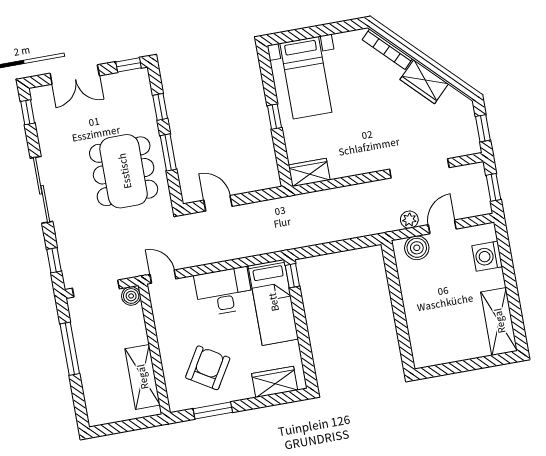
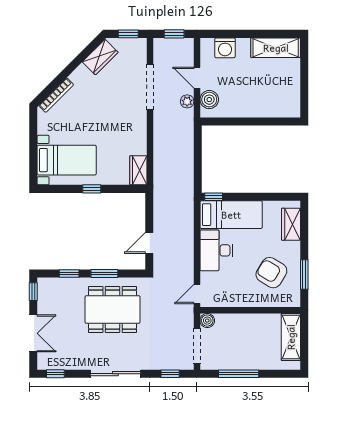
wardrobe: (424, 82) -> (100, 57), moved
shelving: (142, 377) -> (291, 337), moved, turned 90

